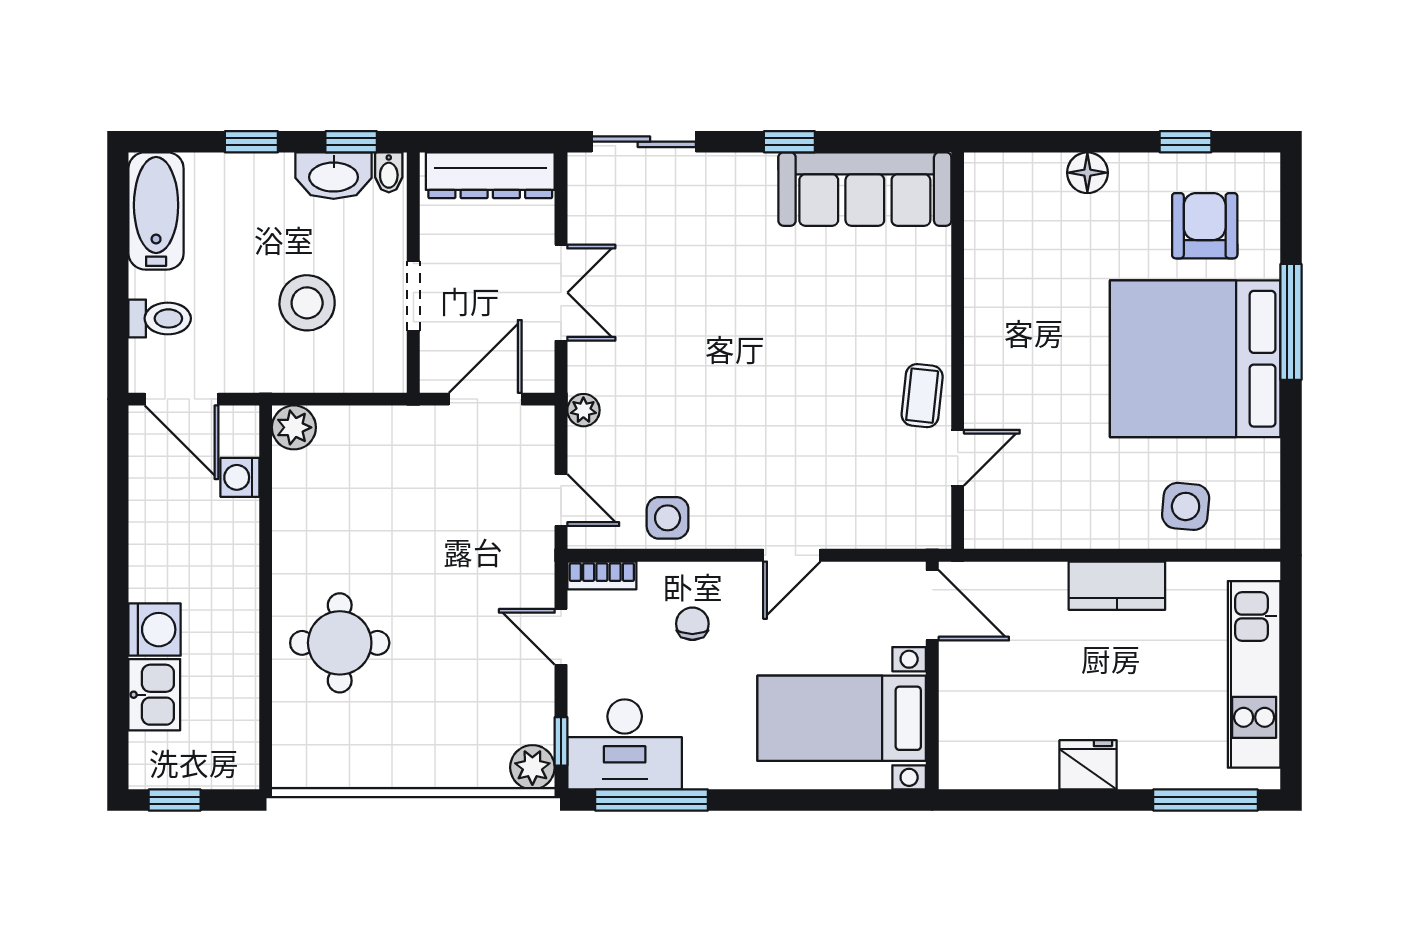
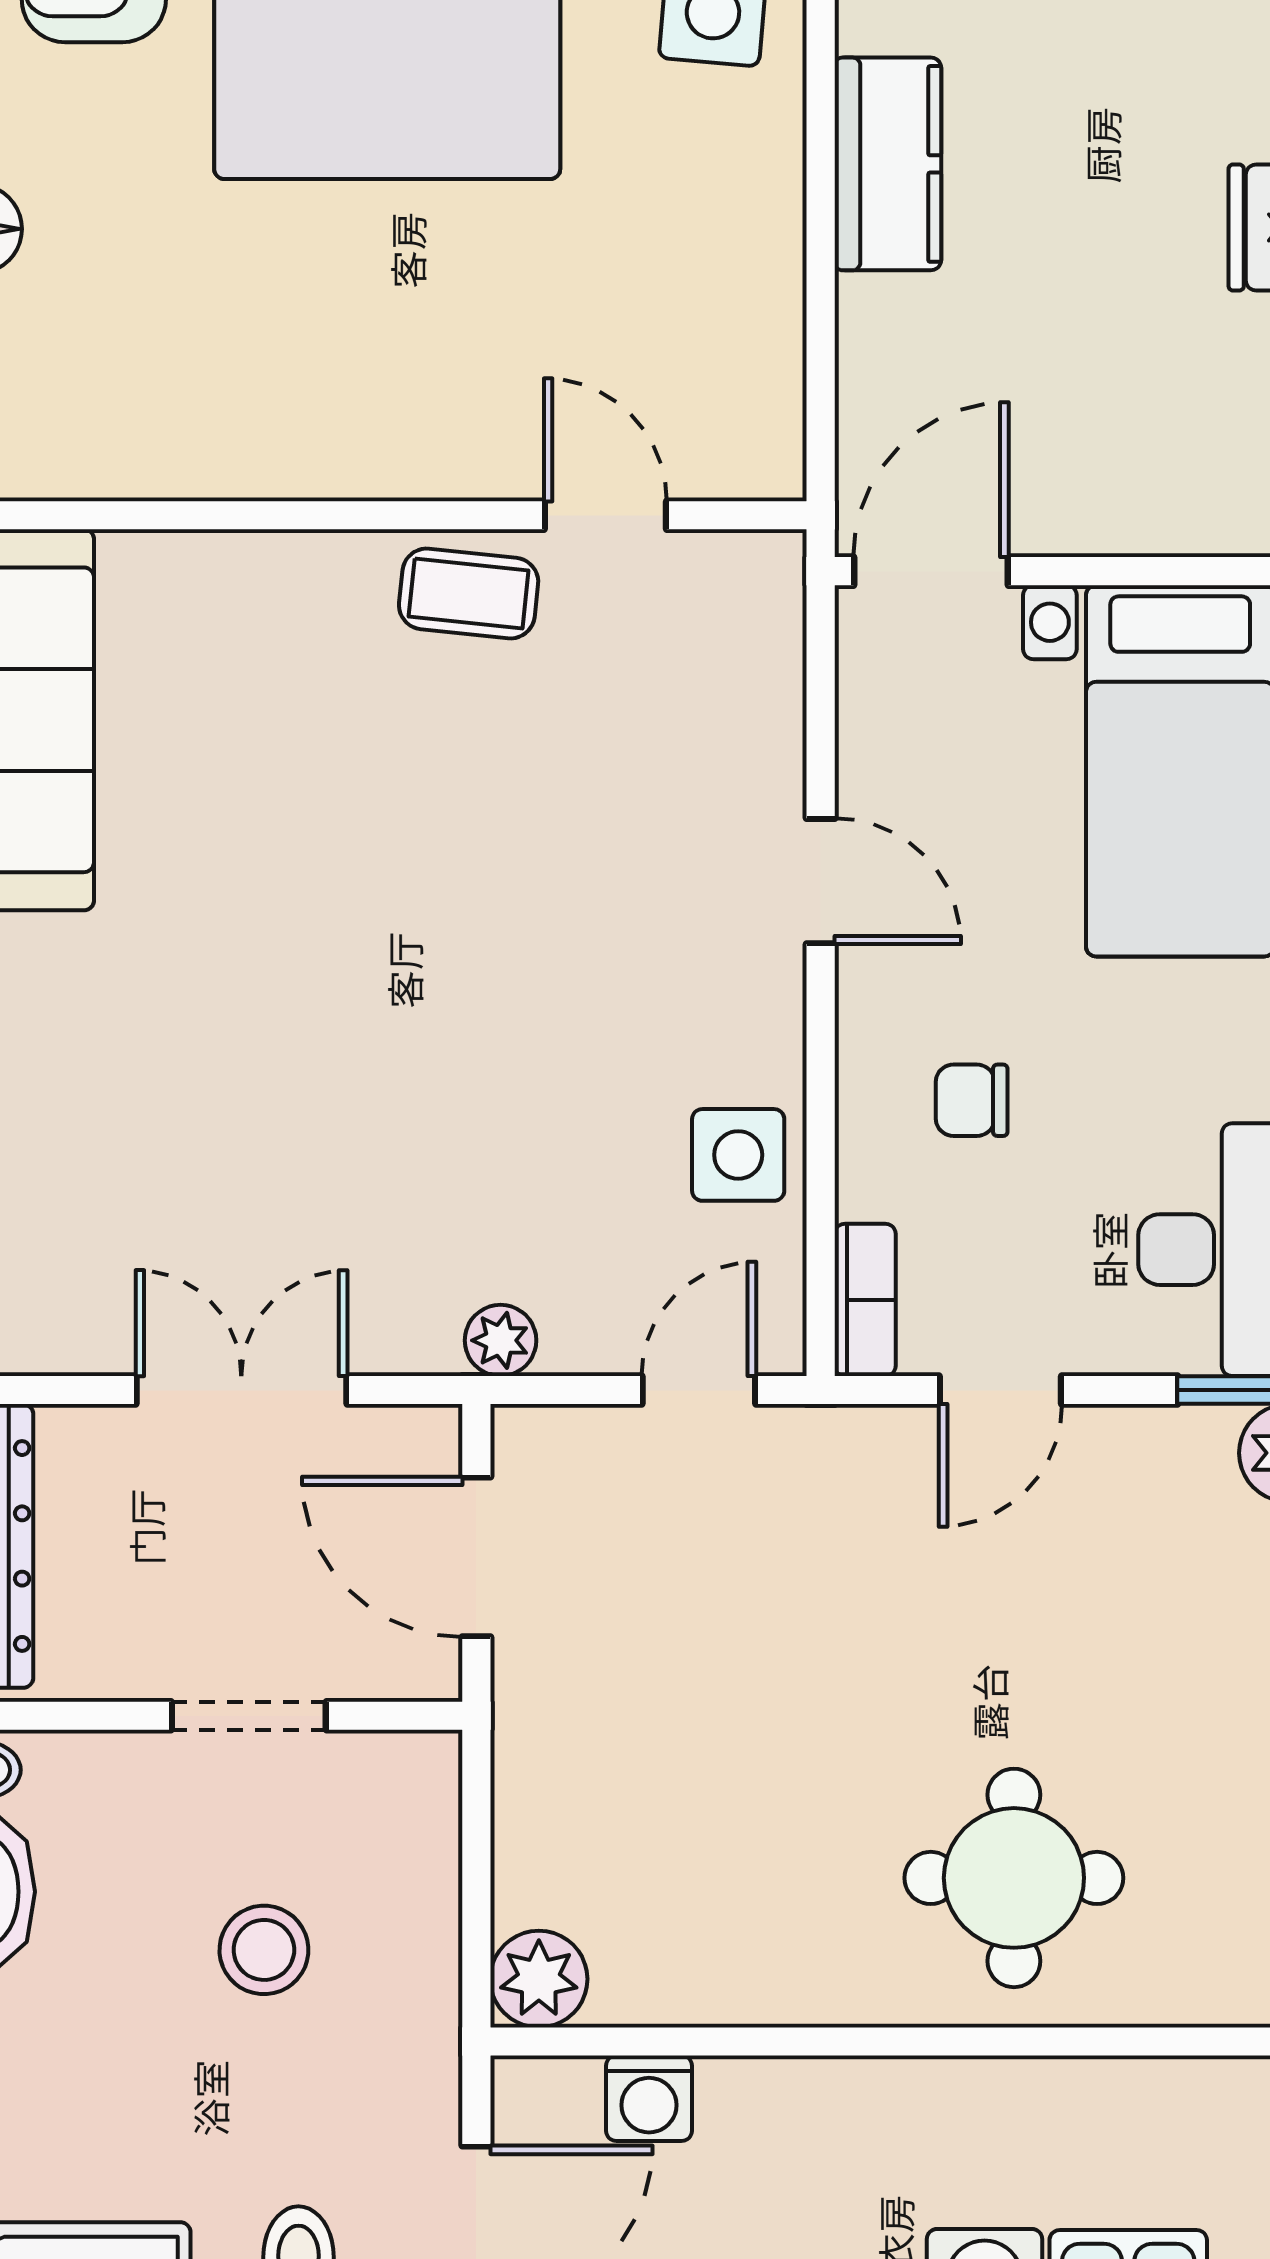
stool: (307, 303) -> (264, 1950), width x0.73, depth x0.73

